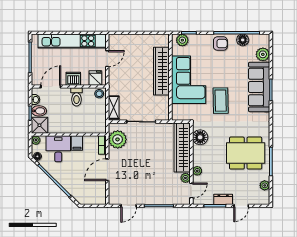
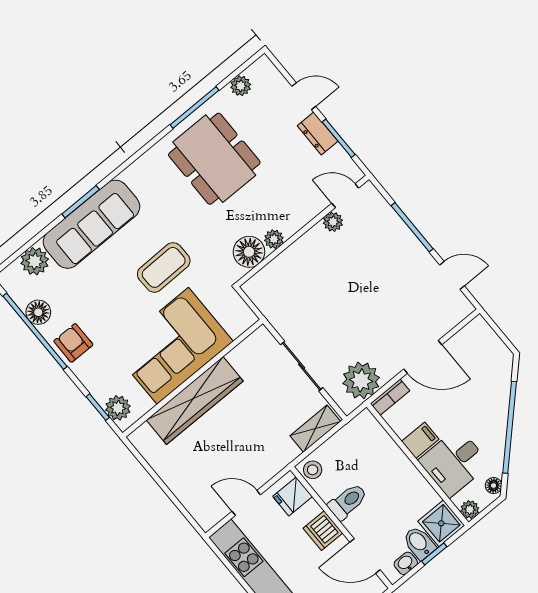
wardrobe: (182, 147) -> (289, 267), removed
plant: (197, 171) -> (274, 239), moved

